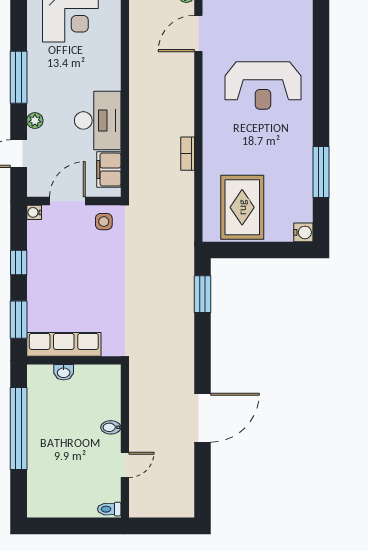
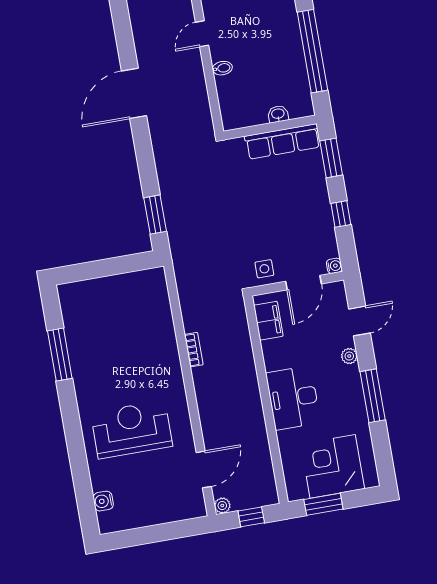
desk: (98, 120) -> (293, 398), moved
rug: (242, 207) -> (131, 306), removed
water cooler: (303, 232) -> (103, 501), moved

